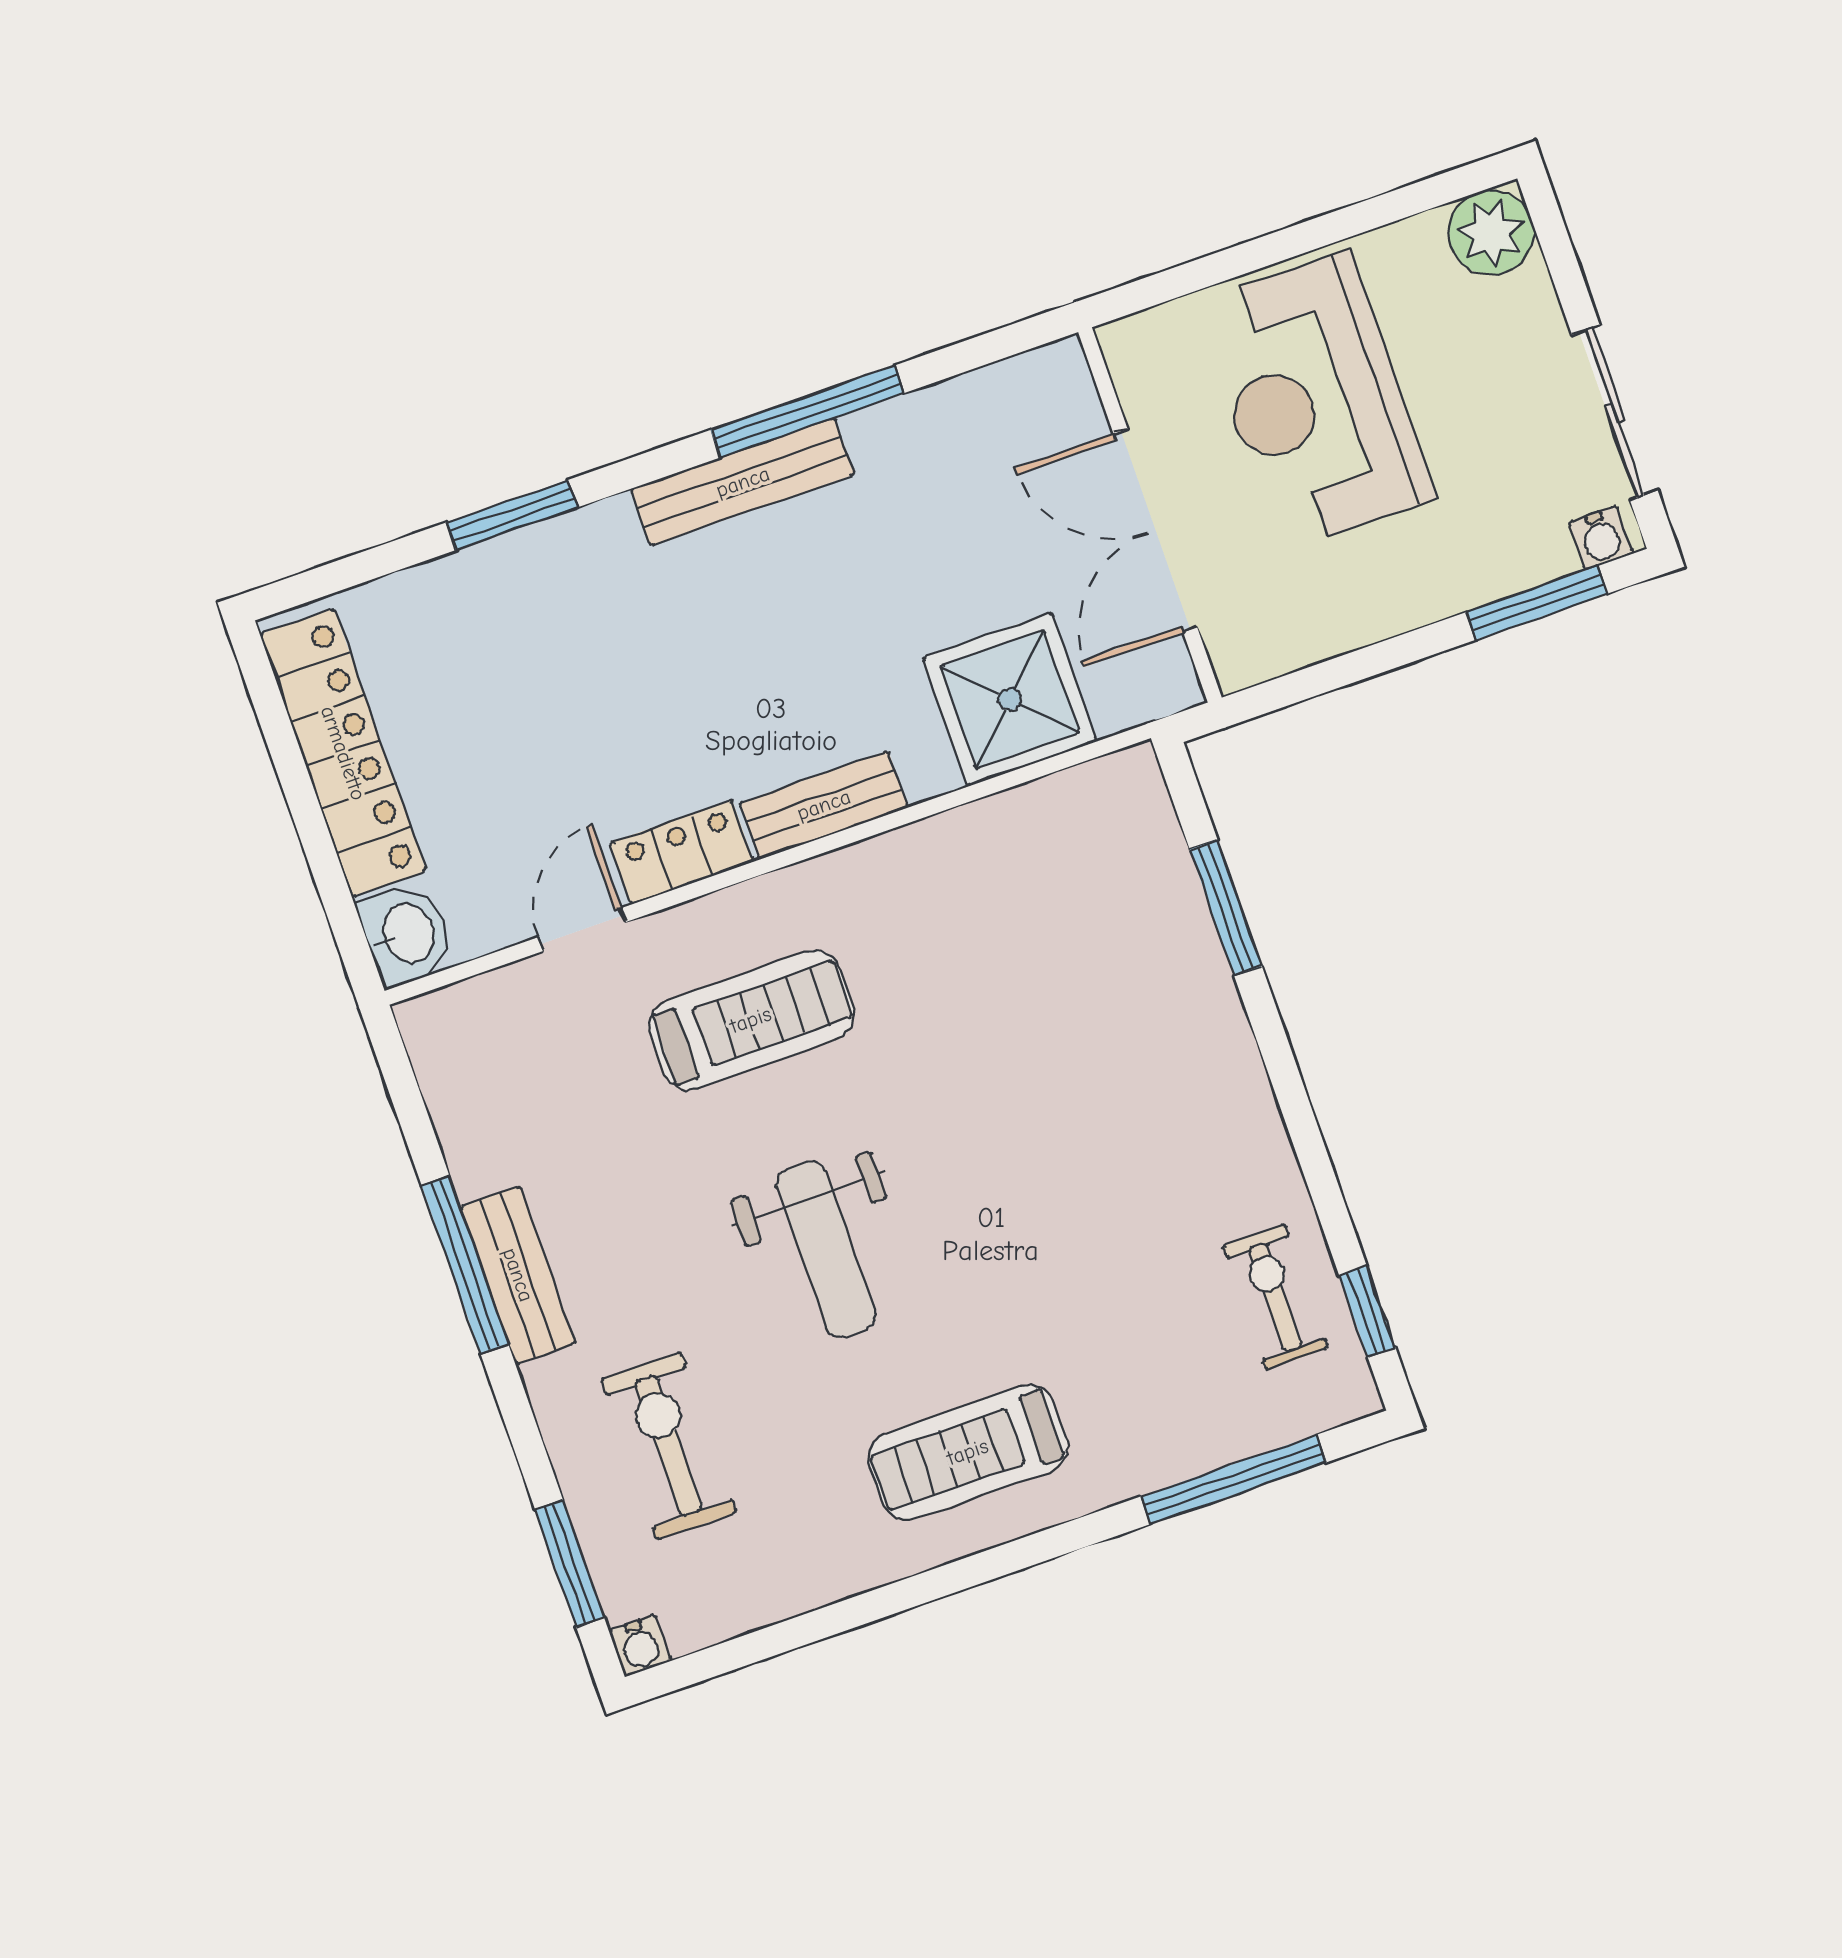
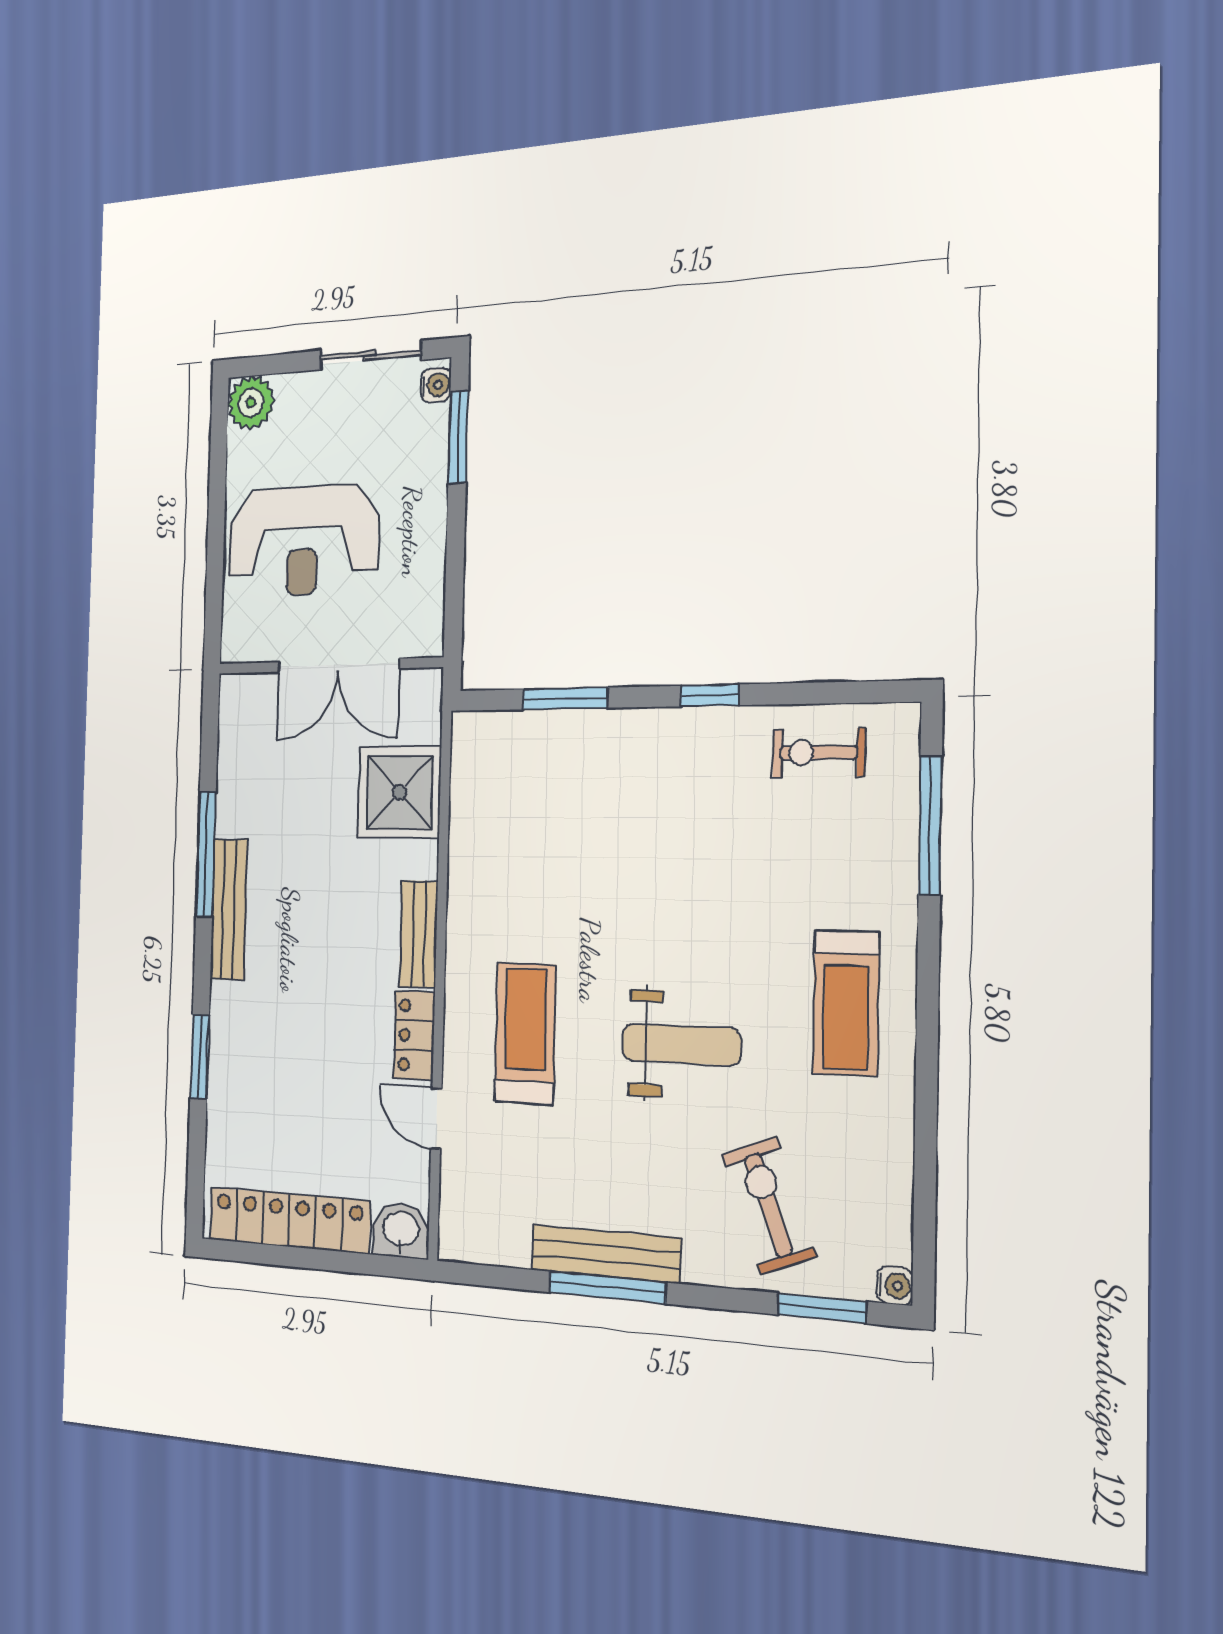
bench: (518, 1275) -> (605, 1254), width x1.36
window: (1367, 1312) -> (710, 695), moved
exercise bike: (669, 1446) -> (769, 1205), turned 69

